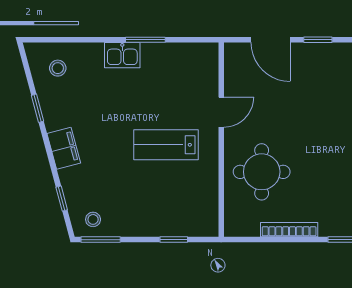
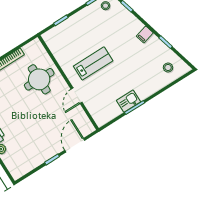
door: (271, 40) -> (75, 145), hinge flipped
kitchen sink: (122, 55) -> (129, 101), moved
filing cabinet: (64, 148) -> (145, 35), width x0.50

